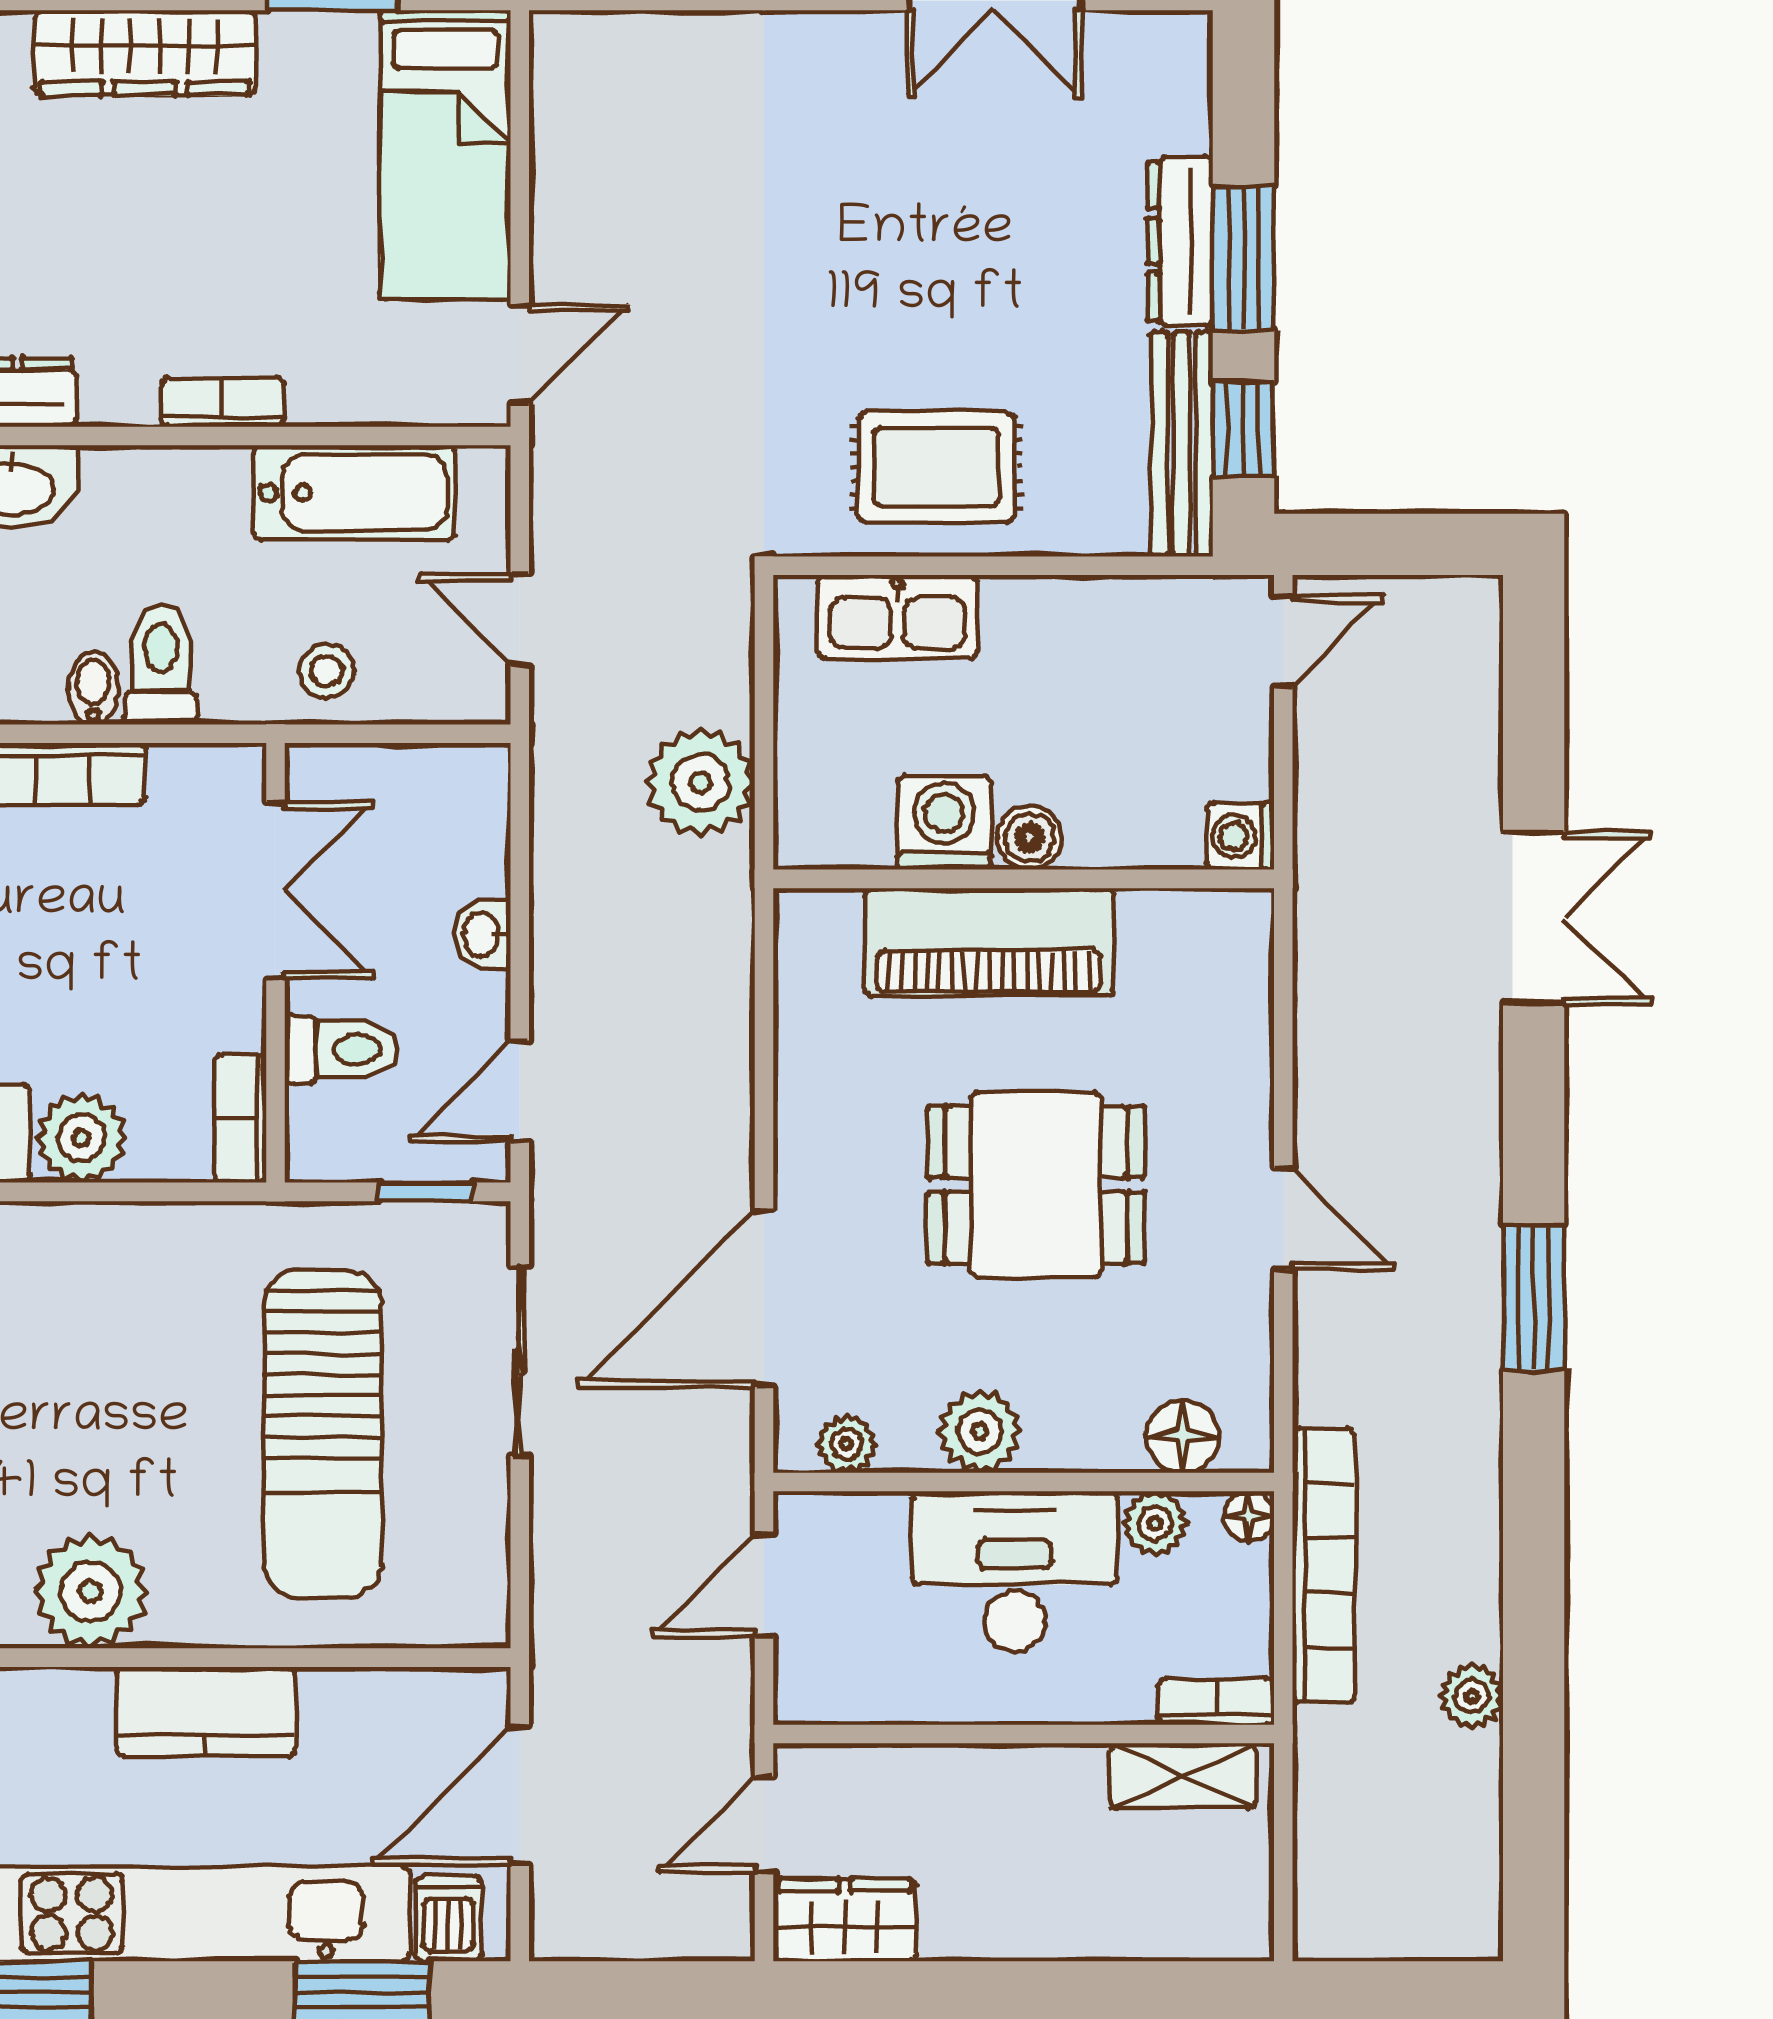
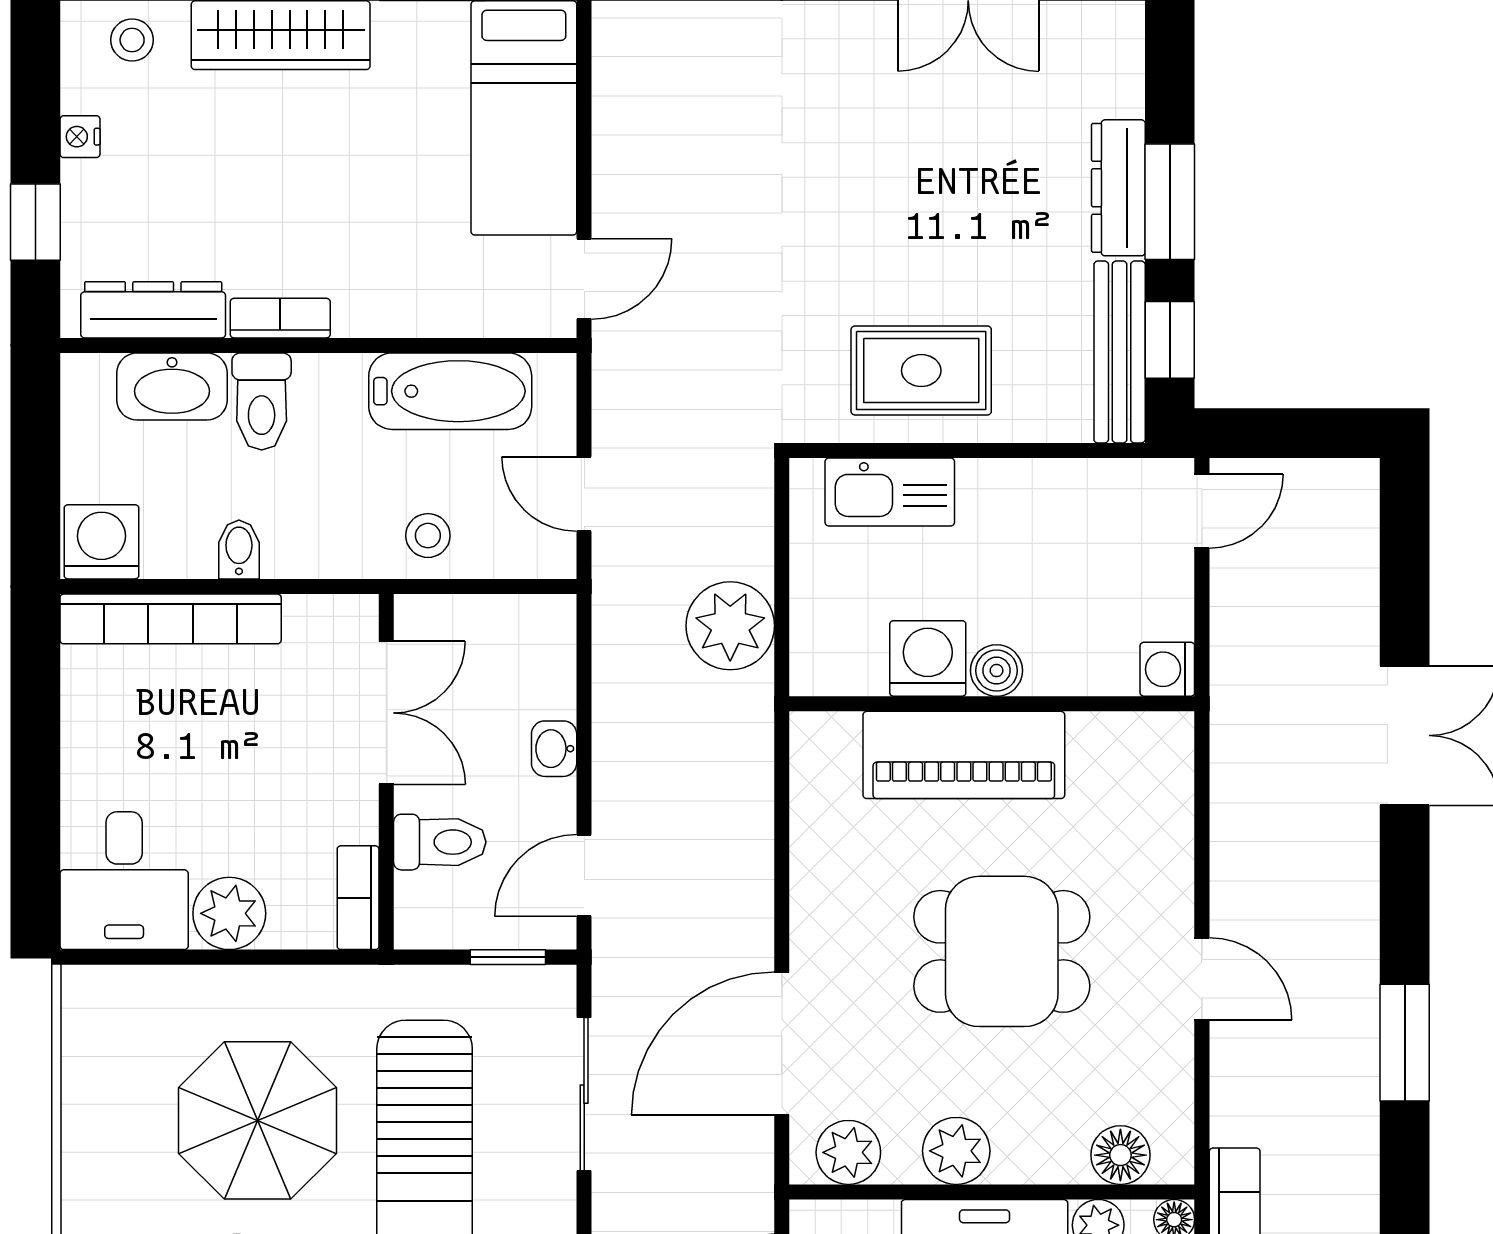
bookcase: (223, 402) -> (280, 318), moved
toilet: (161, 665) -> (262, 401), moved, turned 180
parasol: (116, 1394) -> (257, 1120), added
plant: (846, 1444) -> (848, 1152), width x1.38, depth x1.38

